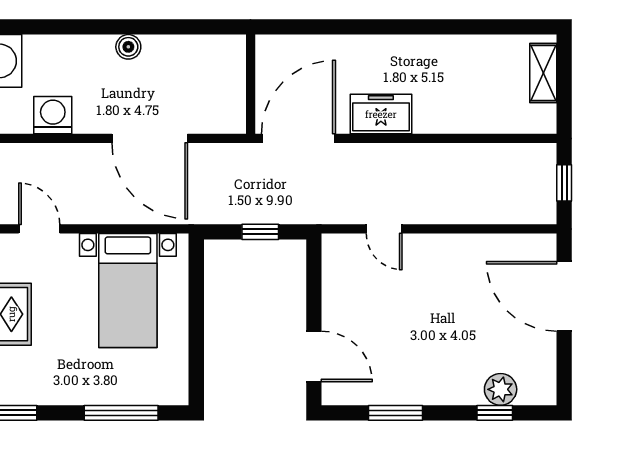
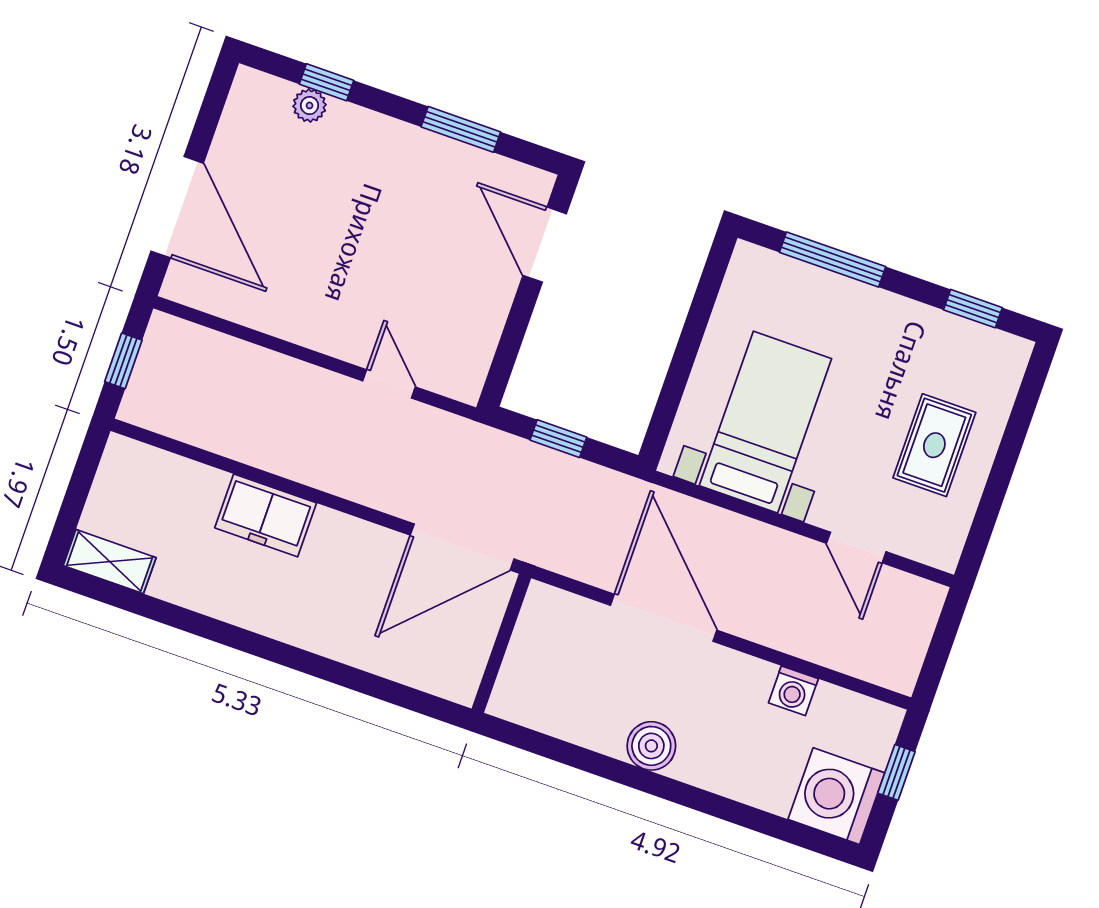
boiler: (128, 47) -> (651, 746), width x1.36, depth x1.36
shelving: (543, 73) -> (110, 562), moved, turned 90
freezer: (381, 114) -> (266, 515), moved
washing machine: (53, 115) -> (793, 691), width x0.73, depth x0.73
plant: (501, 389) -> (310, 105), width x0.73, depth x0.73

